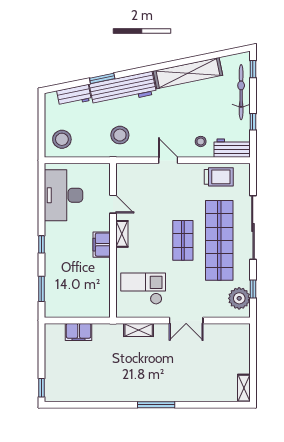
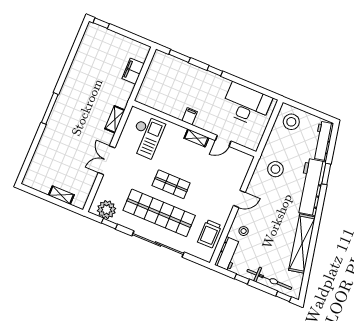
workbench: (74, 96) -> (323, 141), width x1.38
filing cabinet: (102, 245) -> (190, 116), width x0.50
shelving: (244, 388) -> (61, 195), moved

